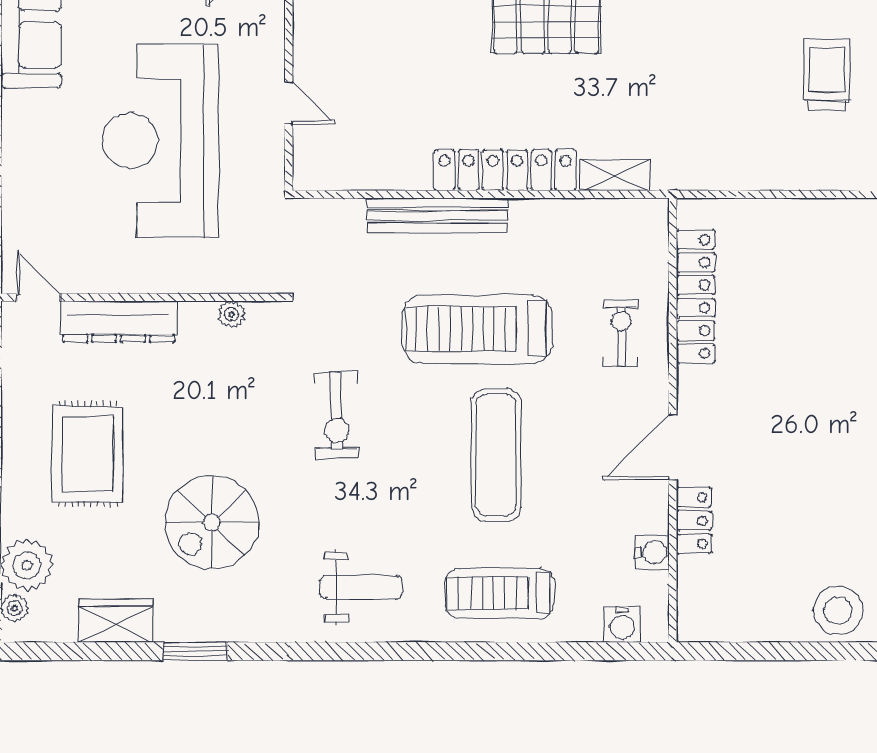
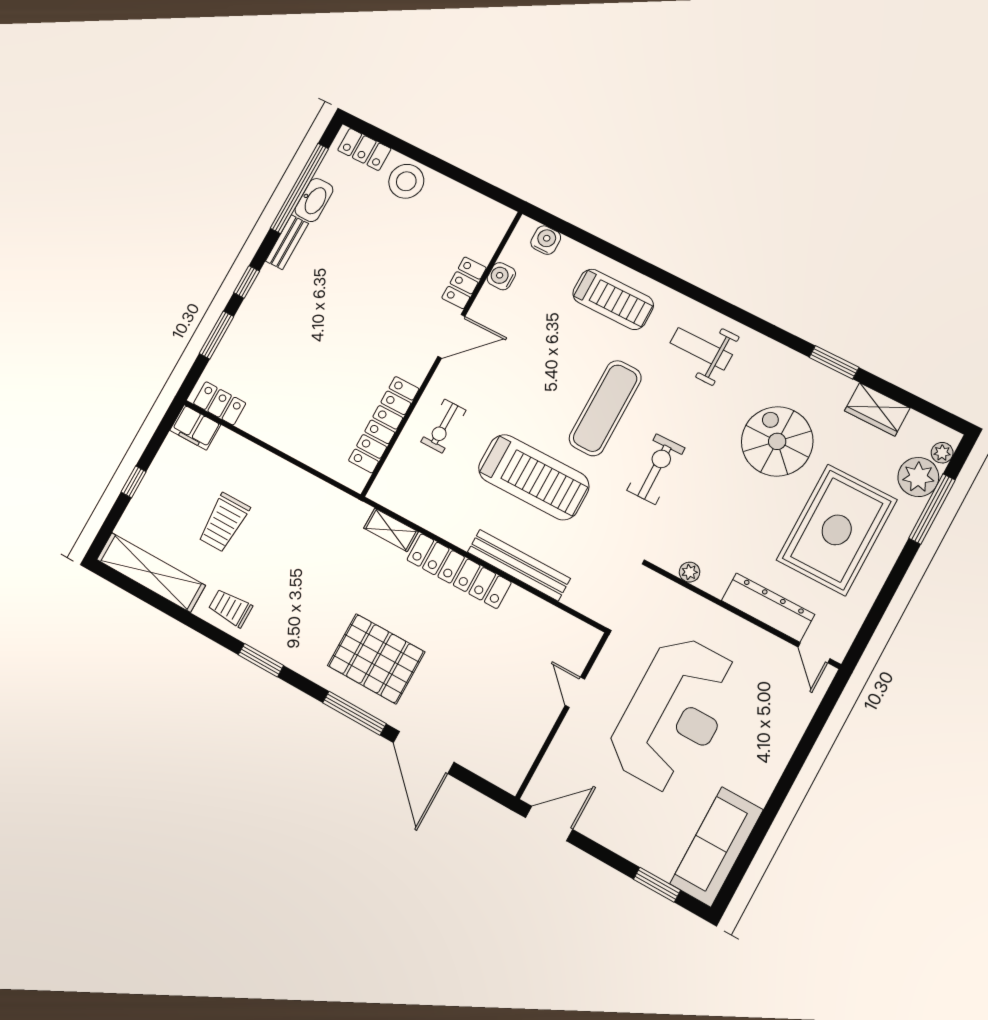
rug: (88, 454) -> (837, 530), width x1.37, depth x1.44
exercise mat: (496, 455) -> (605, 408), moved
spiral stairs: (212, 522) -> (777, 441), turned -90

